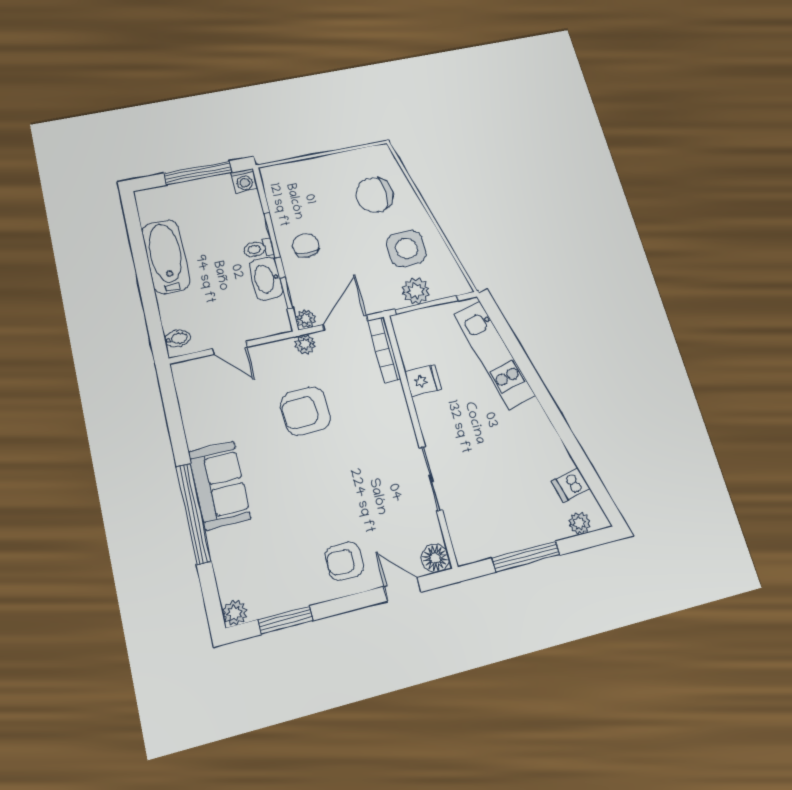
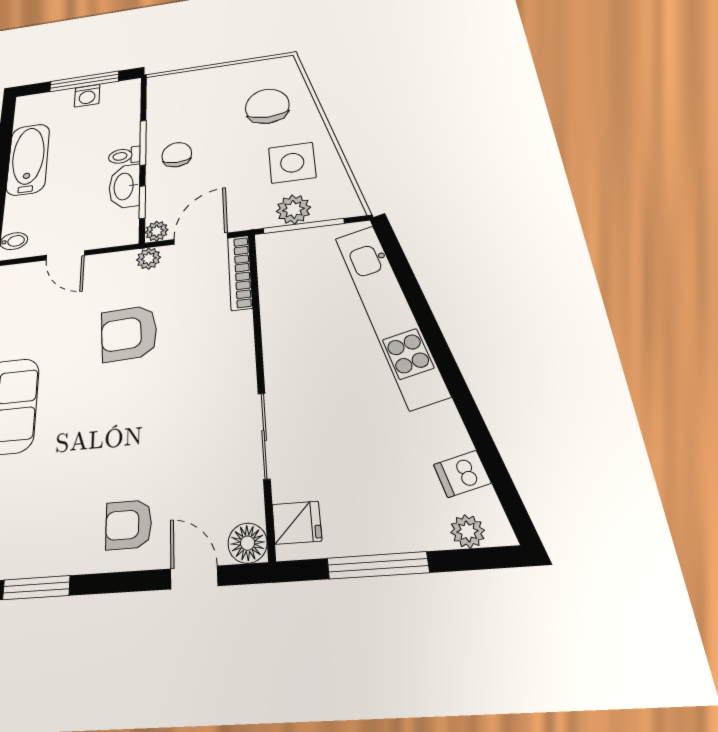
washing machine: (244, 181) -> (87, 96), moved
chair: (375, 195) -> (267, 106), turned 90
kitchen unit: (494, 355) -> (390, 313), width x1.36
fridge: (423, 381) -> (297, 523), moved

